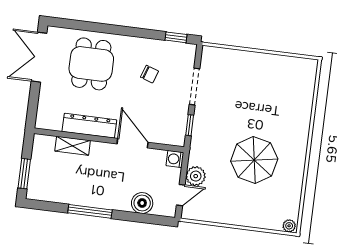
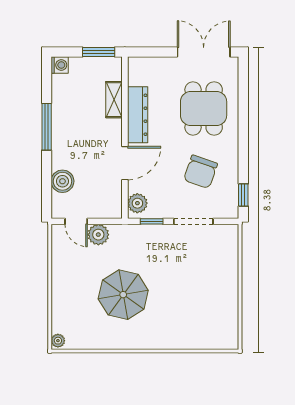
dining table: (91, 64) -> (204, 109), turned 90
chair: (150, 74) -> (201, 172), width x1.87, depth x1.87
plant: (171, 136) -> (137, 203), added
washing machine: (175, 159) -> (60, 65), moved, turned 90
window: (24, 174) -> (99, 52), moved

